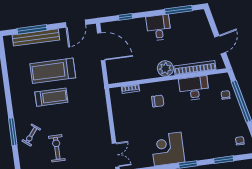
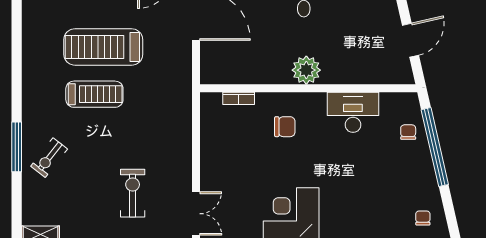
bookcase: (195, 68) -> (359, 76), removed
exercise bike: (57, 148) -> (133, 193), moved

